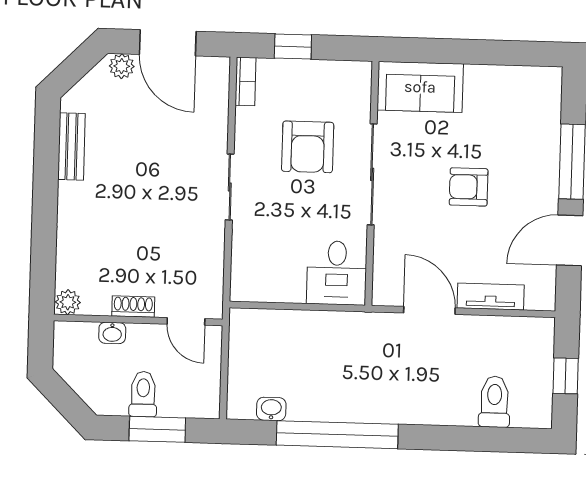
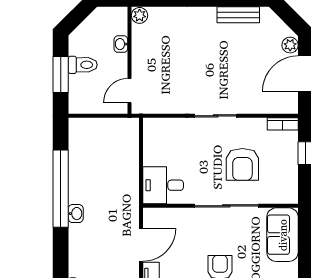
armchair: (308, 147) -> (242, 164), turned -90
shoe rack: (133, 306) -> (138, 57), removed
washbasin: (271, 409) -> (76, 214), moved

